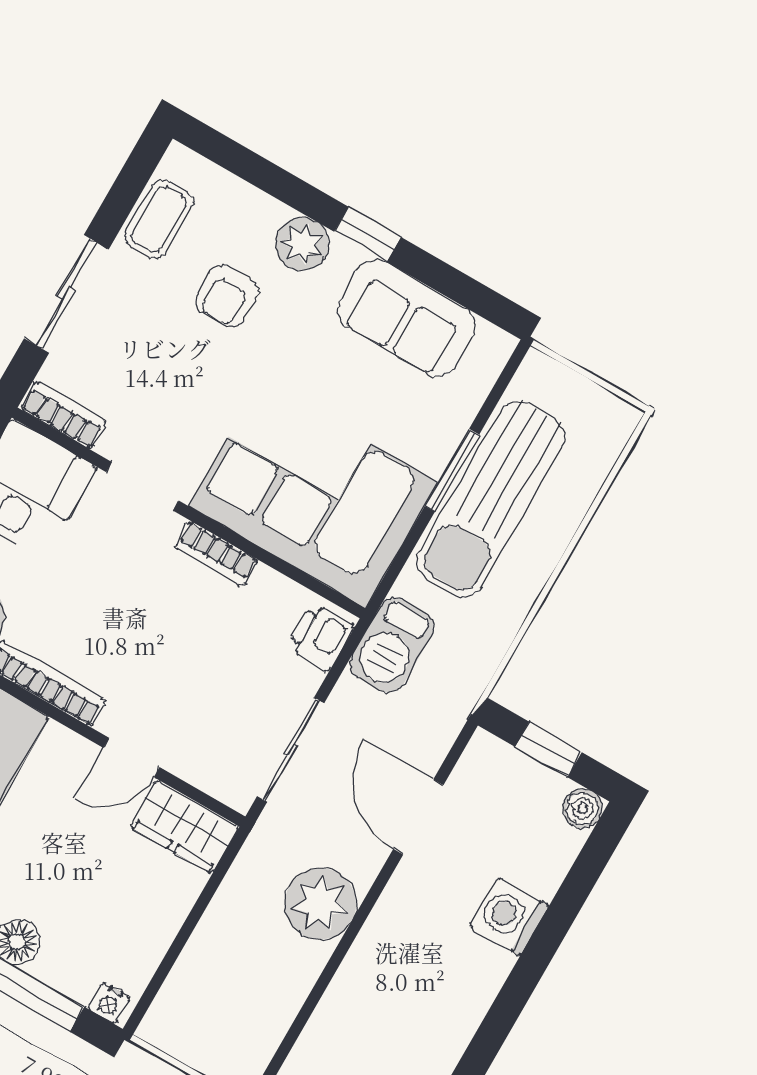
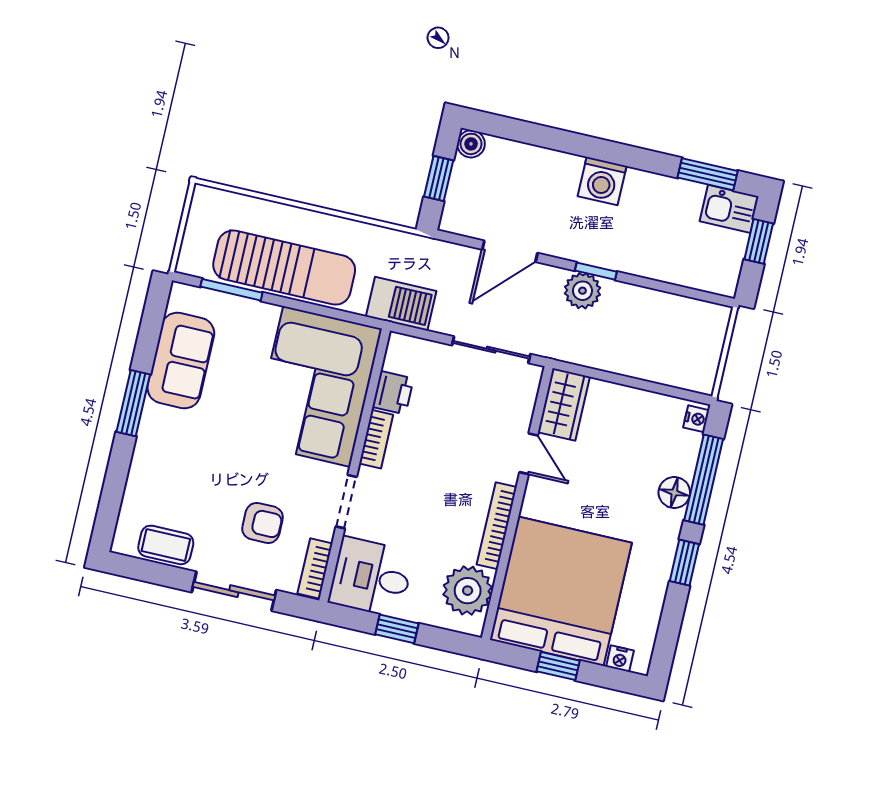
window: (368, 234) -> (133, 403), width x1.50
plant: (302, 244) -> (153, 445), removed
armchair: (227, 296) -> (262, 523), moved
window: (452, 470) -> (231, 290), moved
printer: (321, 637) -> (393, 393), moved, turned -90
plant: (320, 904) -> (582, 291), width x0.73, depth x0.73
washing machine: (509, 916) -> (602, 181), moved
window: (355, 927) -> (596, 271), added

